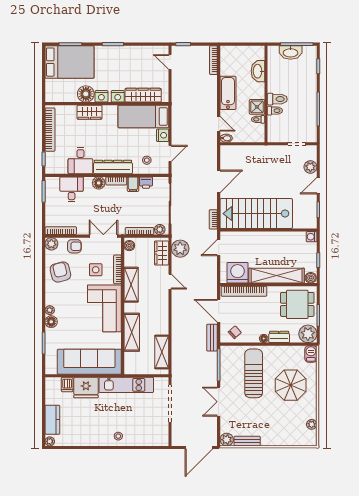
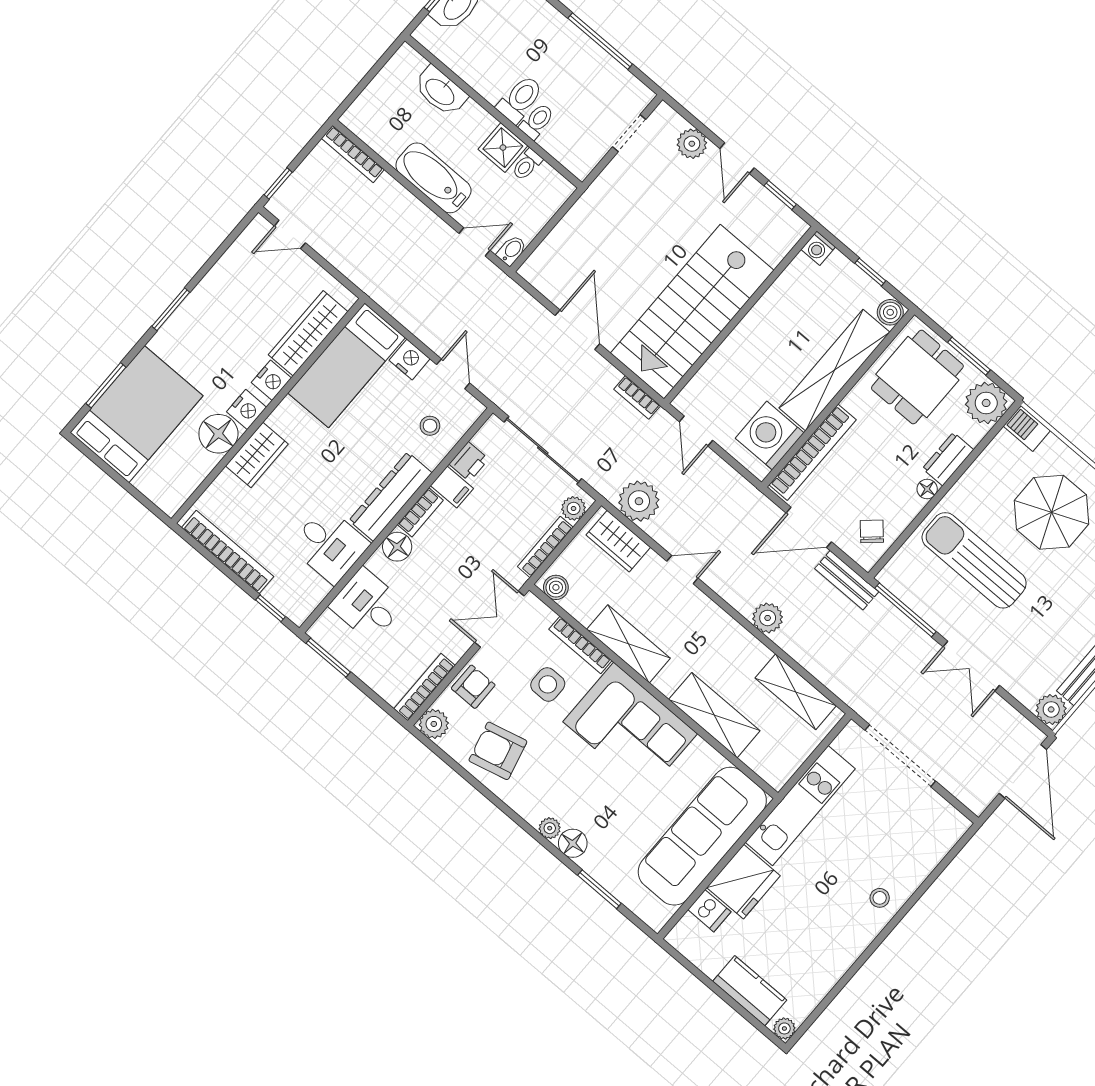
plant: (178, 323) -> (768, 618), added

